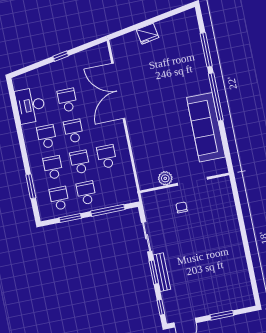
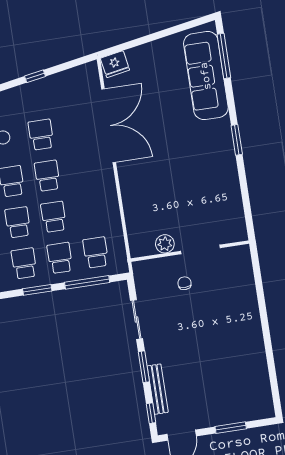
fridge: (147, 34) -> (115, 64), moved
window: (206, 50) -> (224, 56), moved
double door: (118, 91) -> (109, 126), swing flipped
window: (216, 97) -> (237, 140), width x0.47
sofa: (206, 127) -> (206, 76), moved
school desk: (107, 157) -> (96, 252), moved
bench: (162, 272) -> (158, 389), moved

